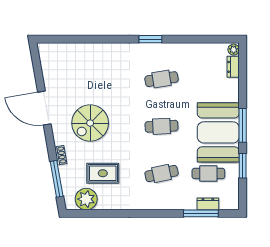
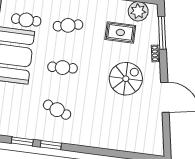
window: (150, 39) -> (51, 145), moved
window: (195, 39) -> (22, 141), added
cafe table: (162, 79) -> (57, 110), turned 30

